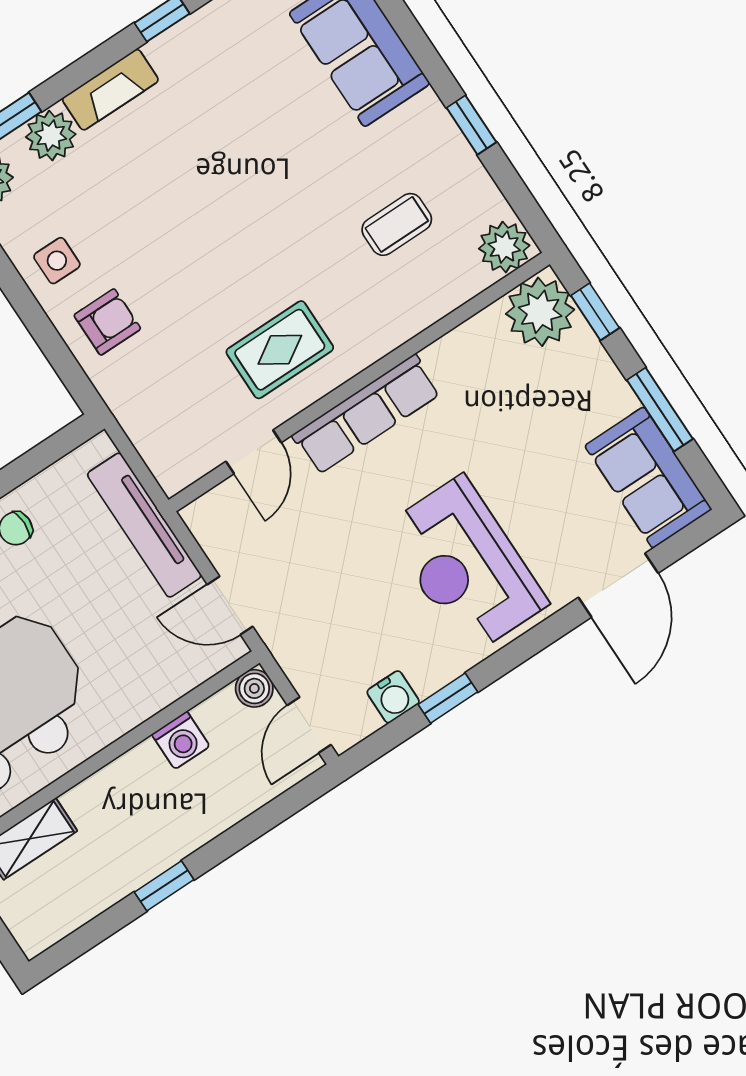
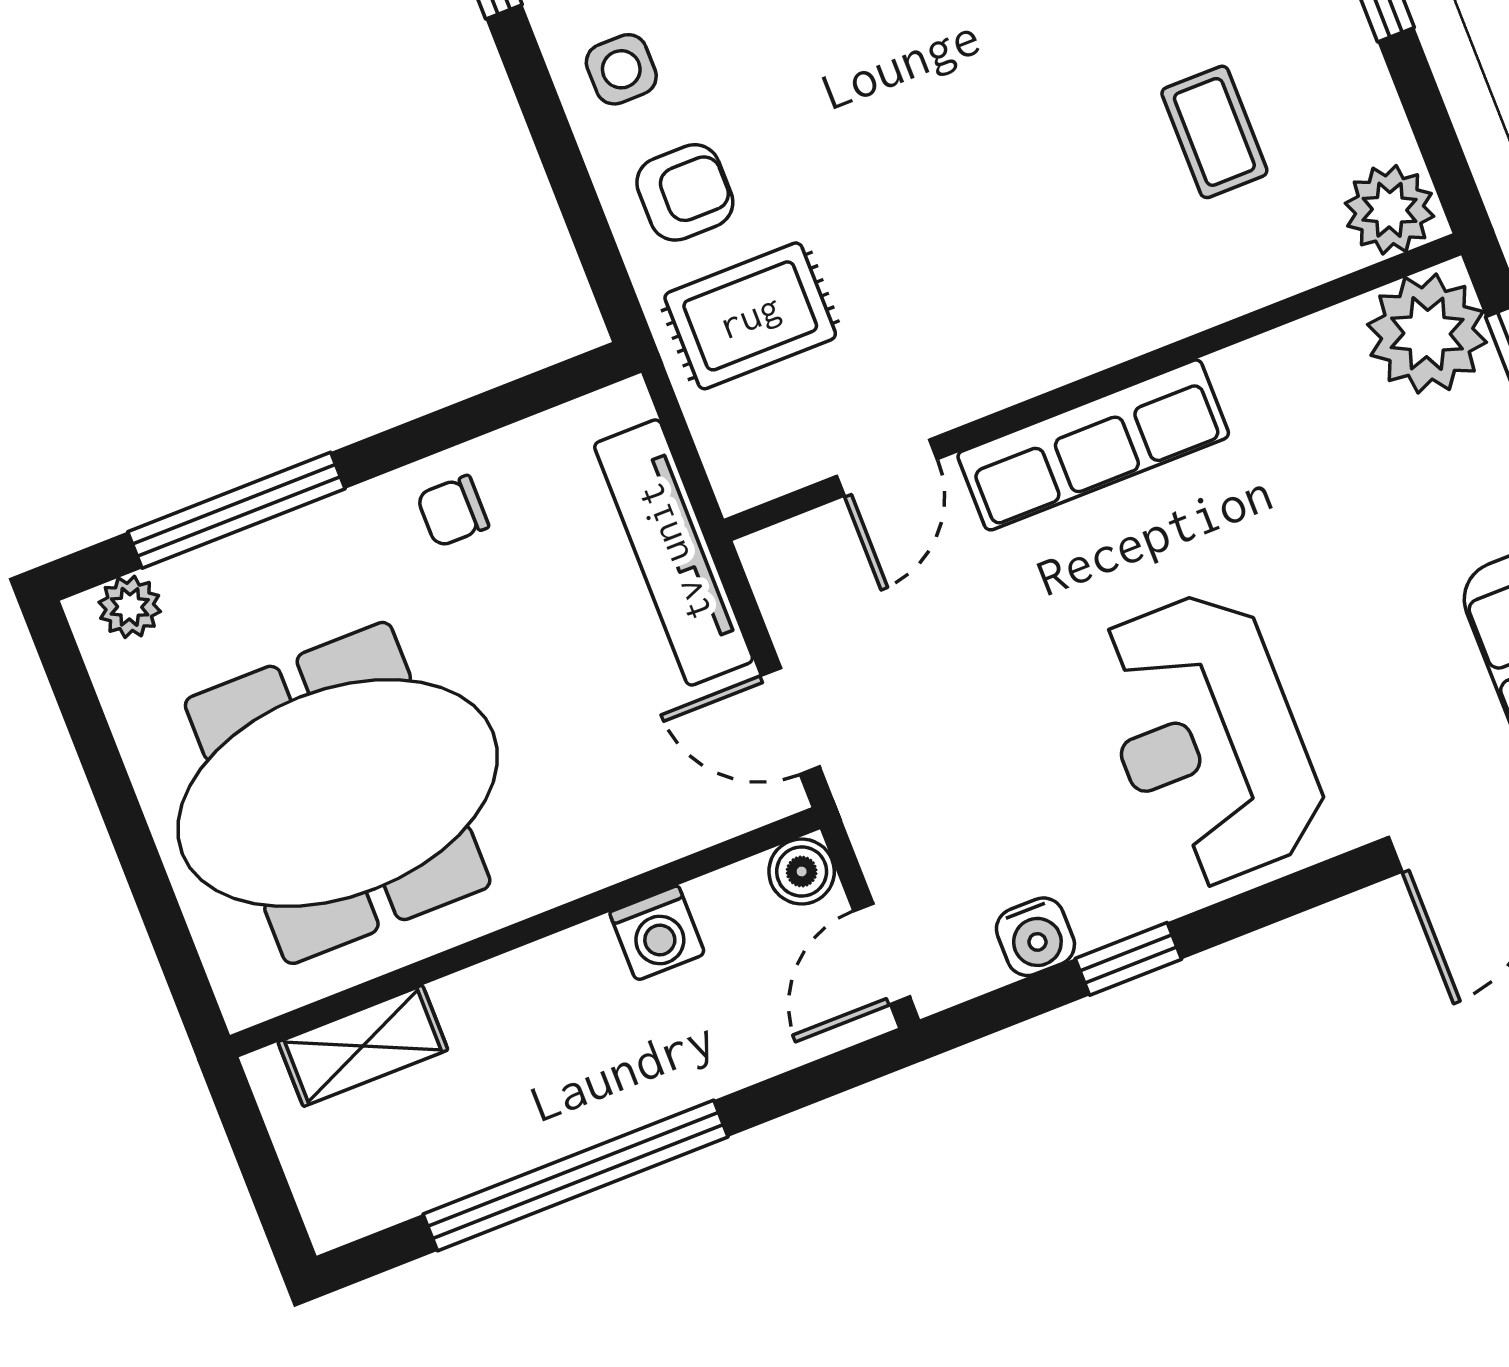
coffee table: (397, 224) -> (1214, 132), turned 90
rug: (280, 350) -> (750, 316), moved
window: (164, 886) -> (576, 1176), width x3.17

